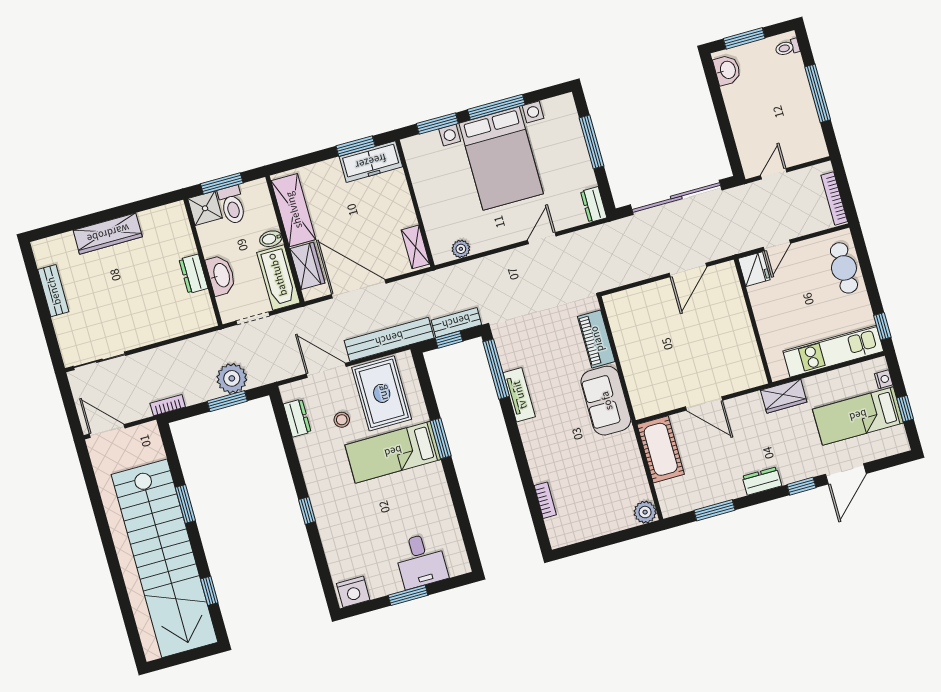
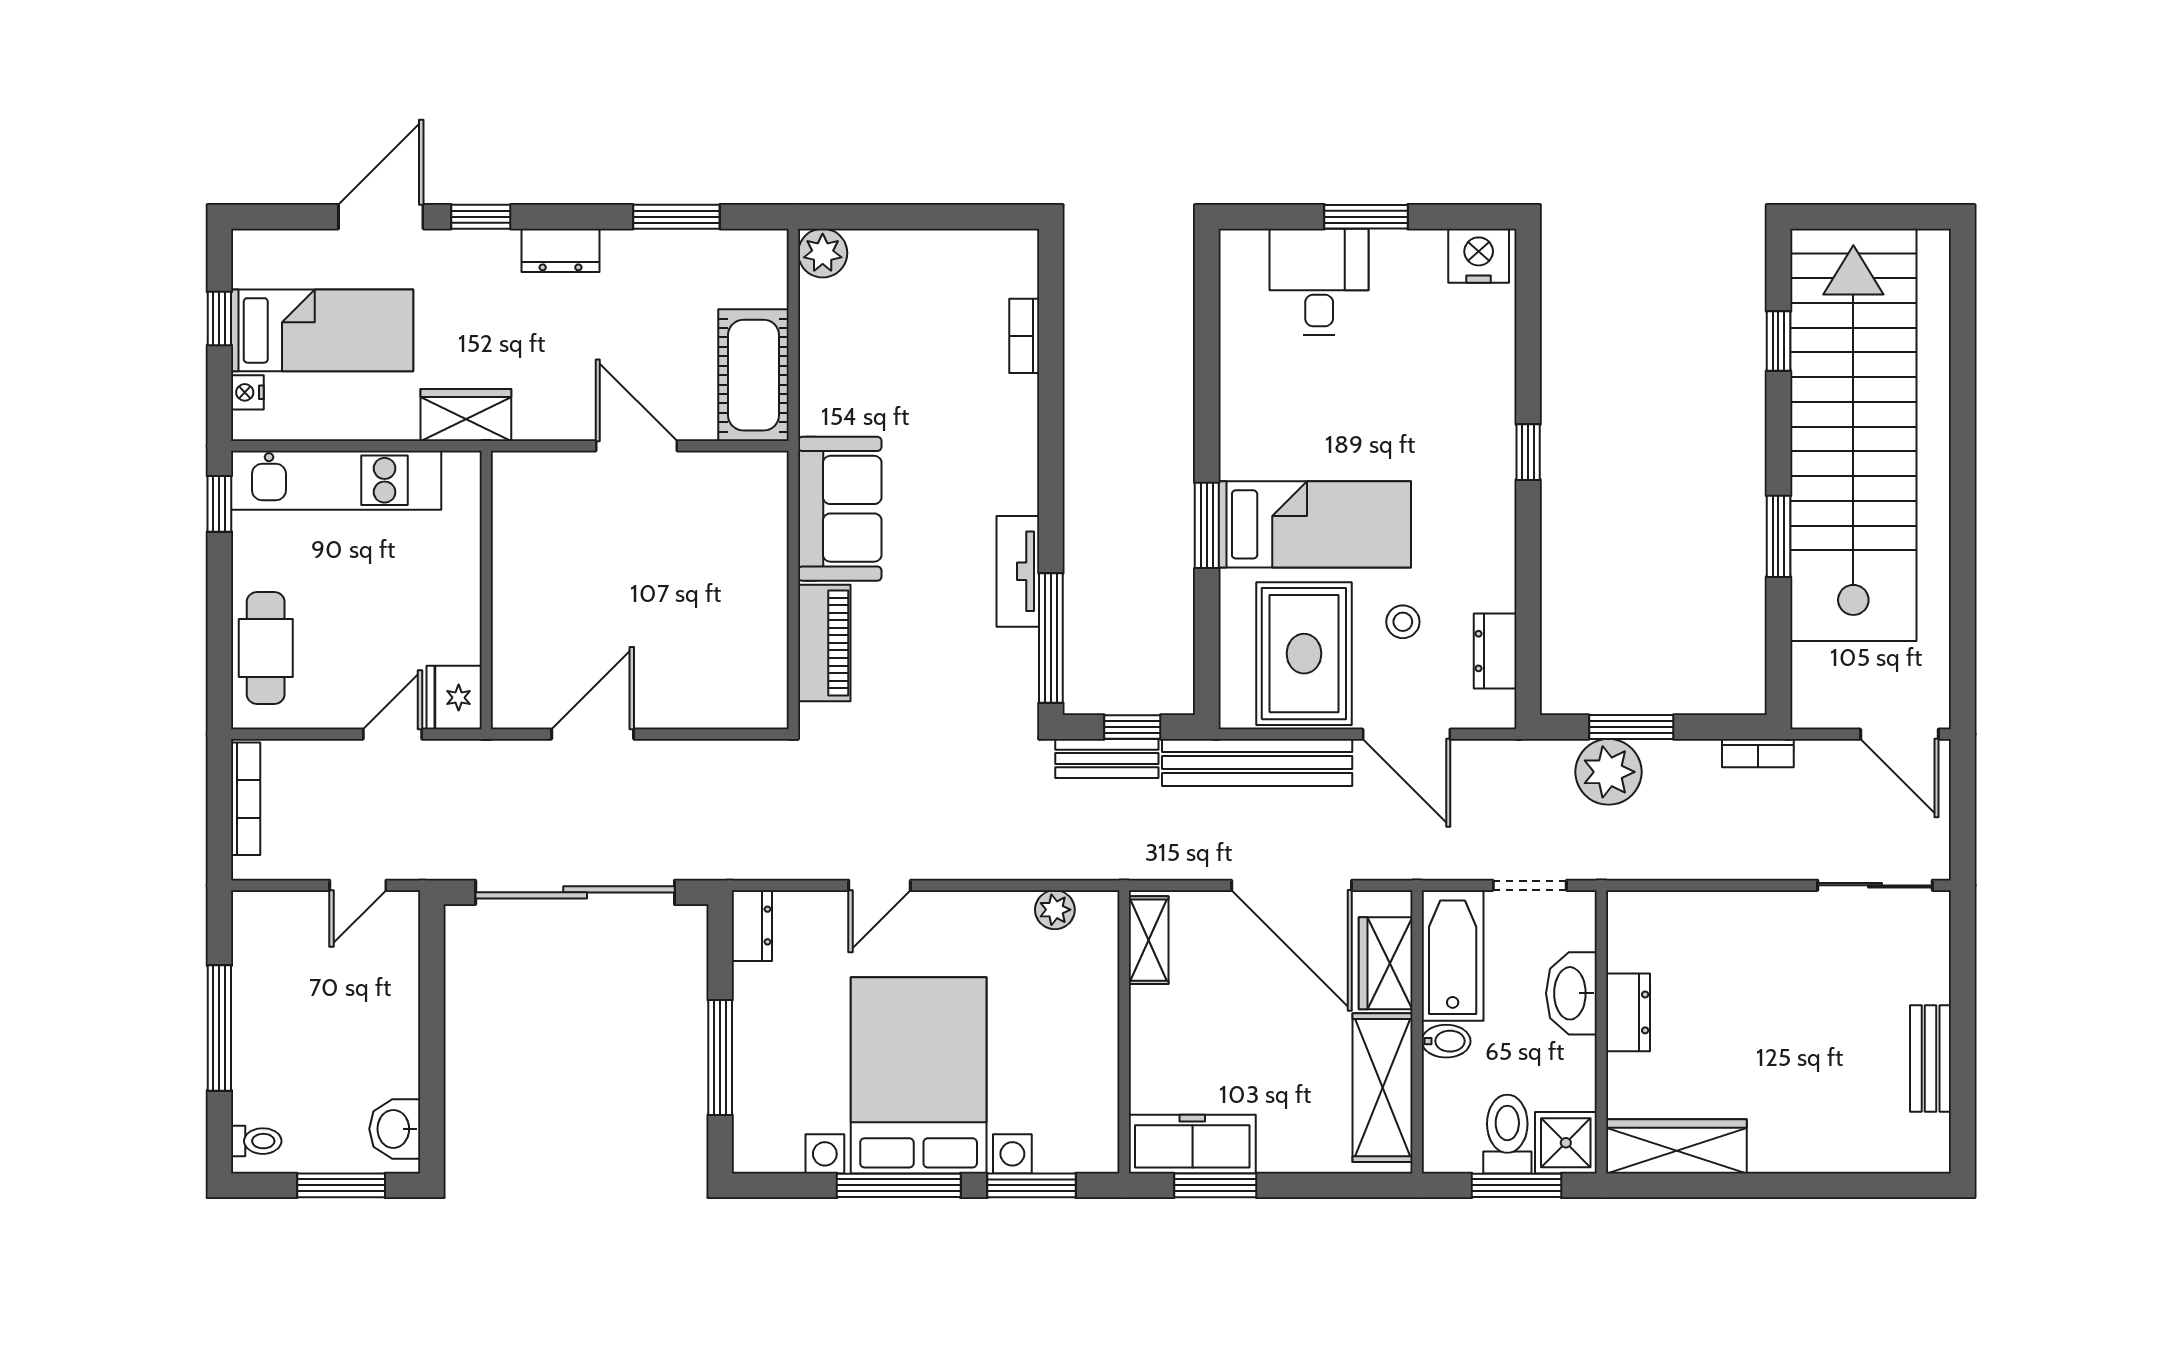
wardrobe: (108, 234) -> (1676, 1146), moved

